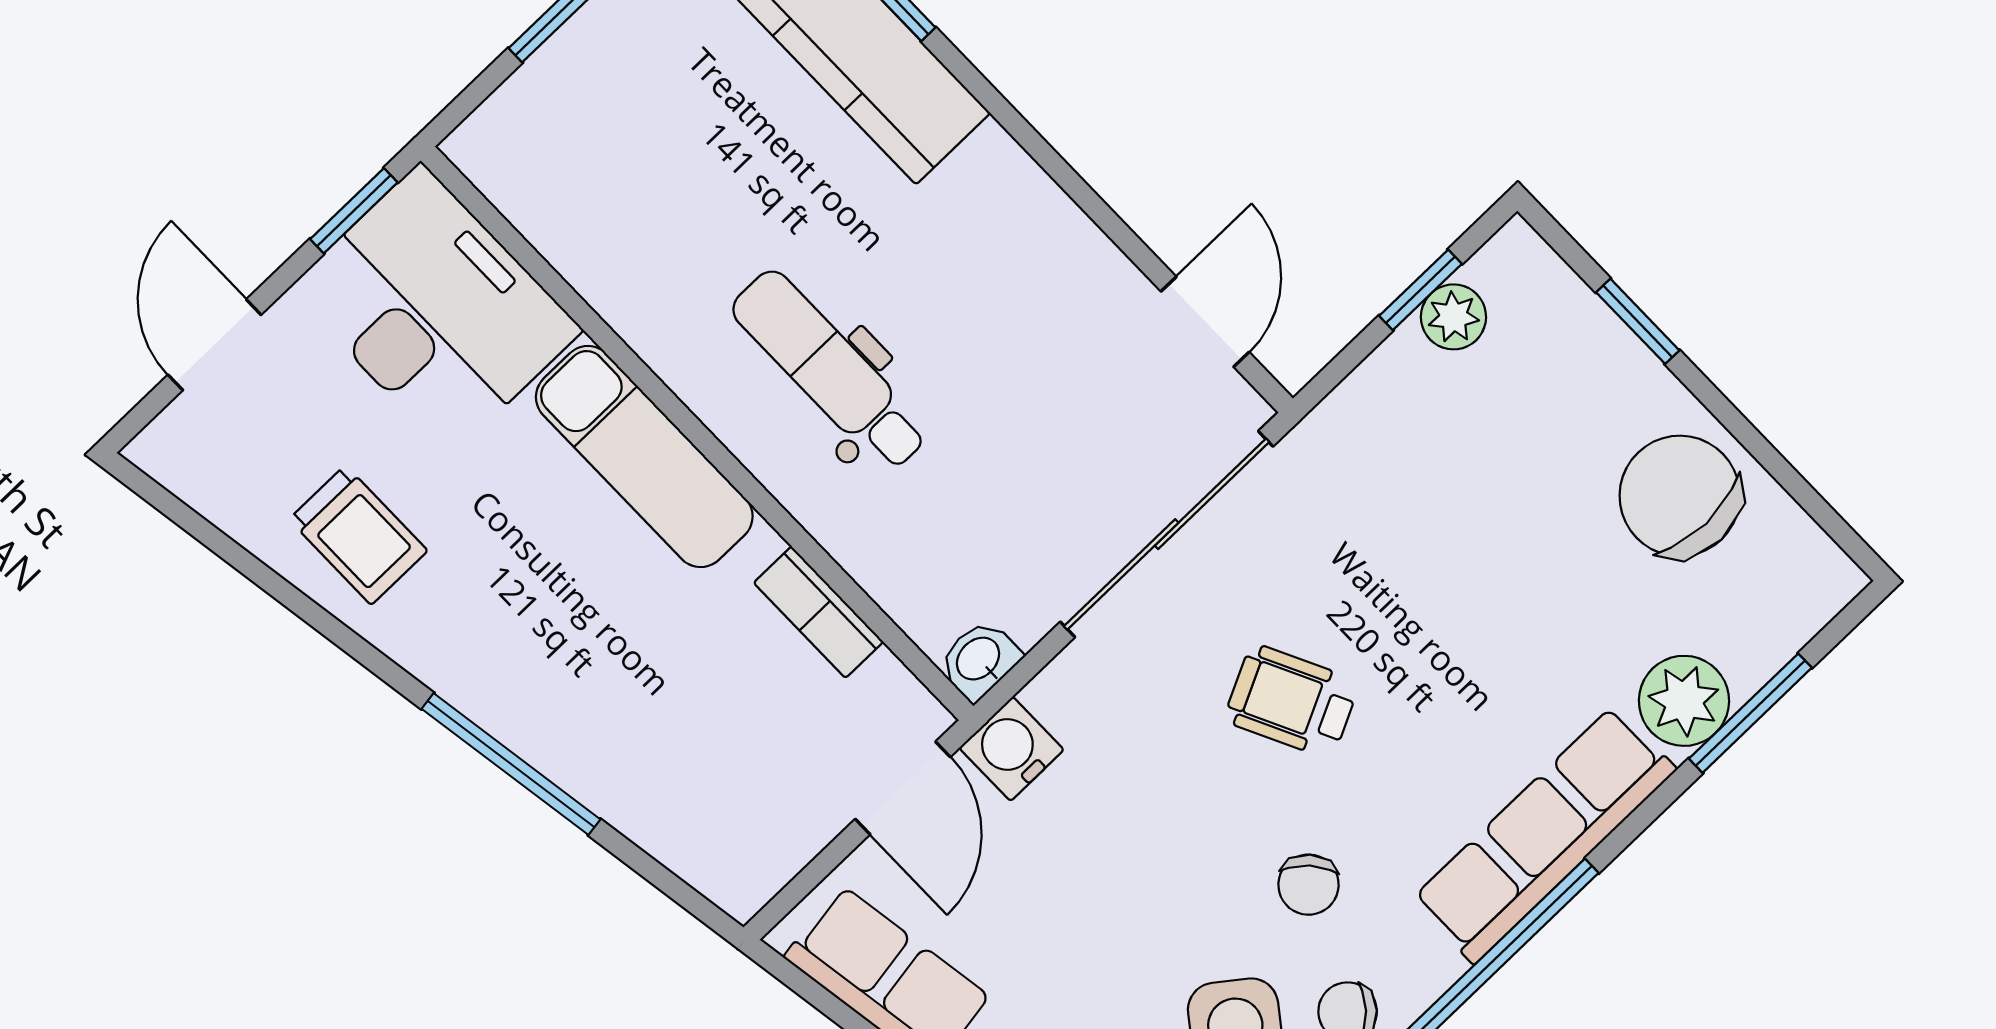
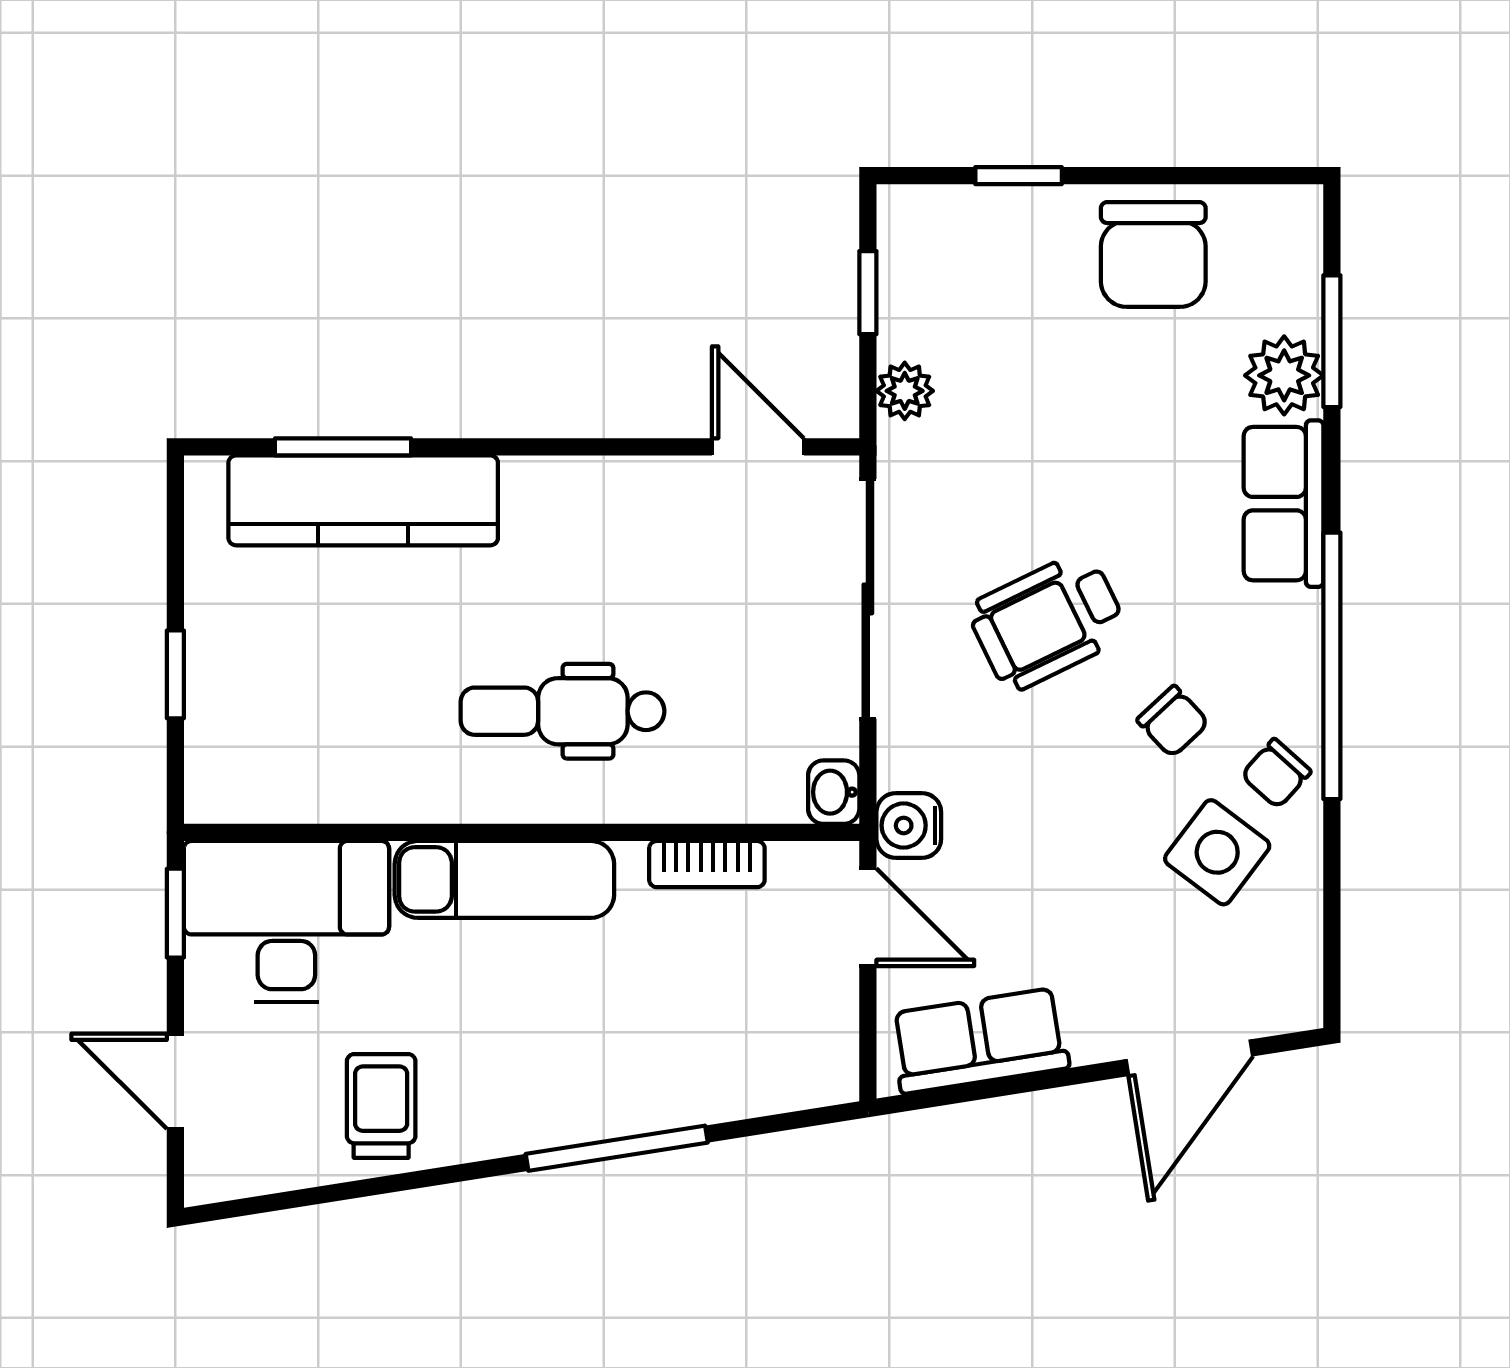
plant: (1453, 317) -> (905, 391), moved
chair: (1680, 496) -> (1153, 254), turned -90
trolley: (358, 535) -> (381, 1106), turned -90
wheelchair: (1292, 701) -> (1048, 621), width x1.36, depth x1.37
row of seats: (1544, 834) -> (1284, 504), width x0.68

